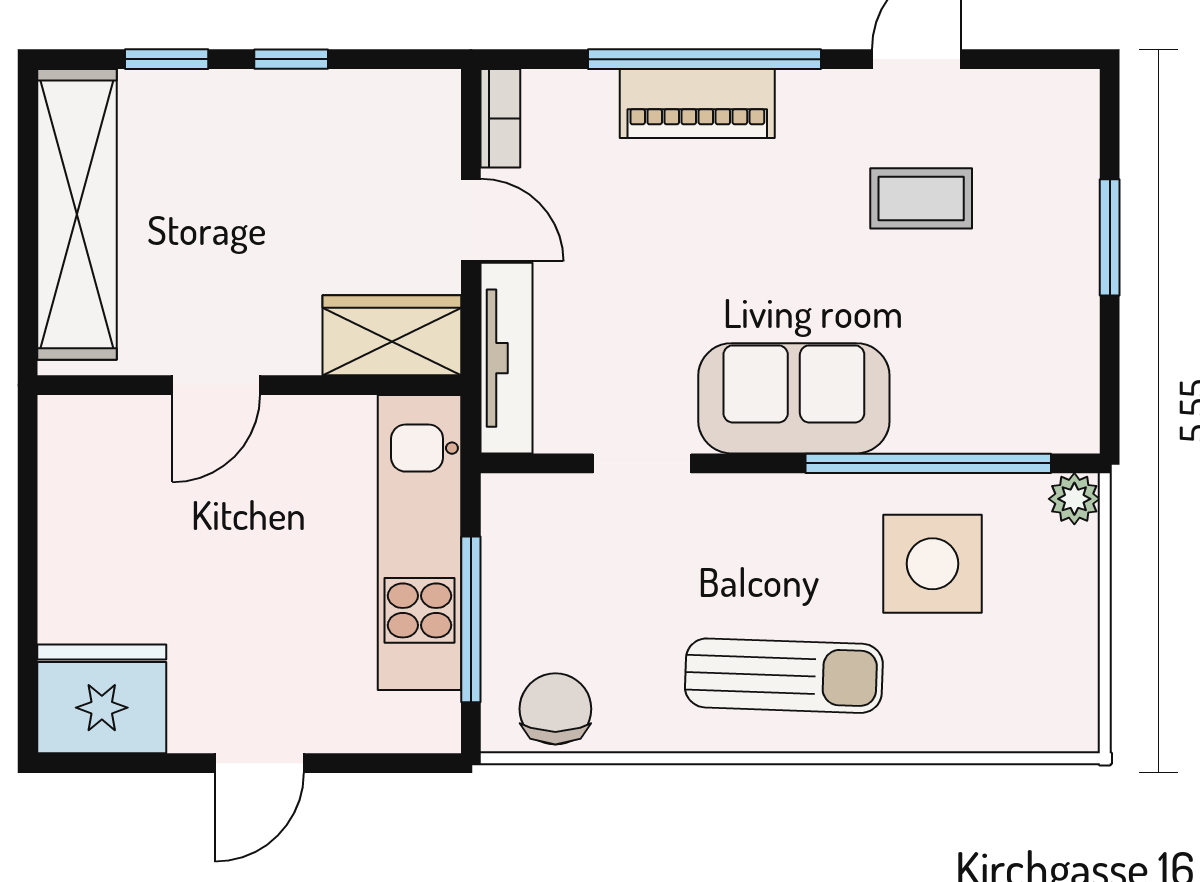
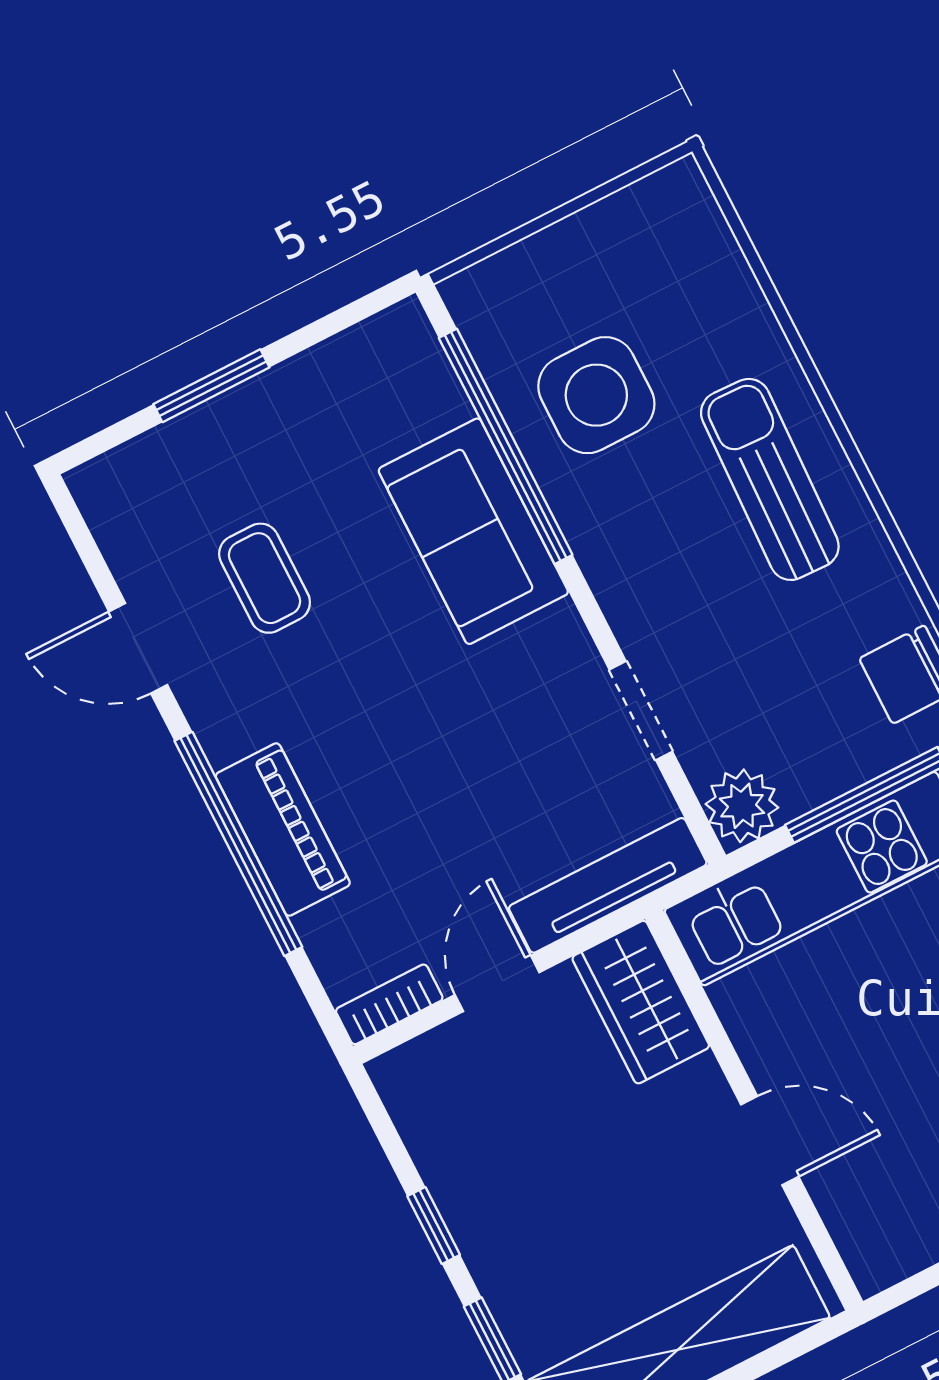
sofa: (794, 398) -> (473, 531), moved
plant: (1074, 499) -> (742, 806), moved, width x1.38, depth x1.38

